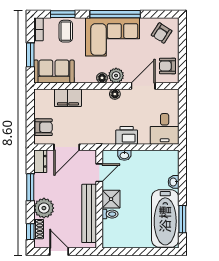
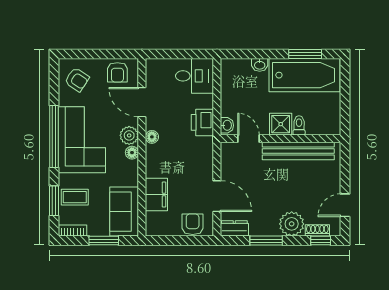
door: (99, 173) -> (248, 139), moved
wall: (99, 199) -> (281, 139), moved
shower: (111, 199) -> (281, 124), moved
bench: (89, 213) -> (298, 151), moved
toilet: (110, 214) -> (299, 125), moved

